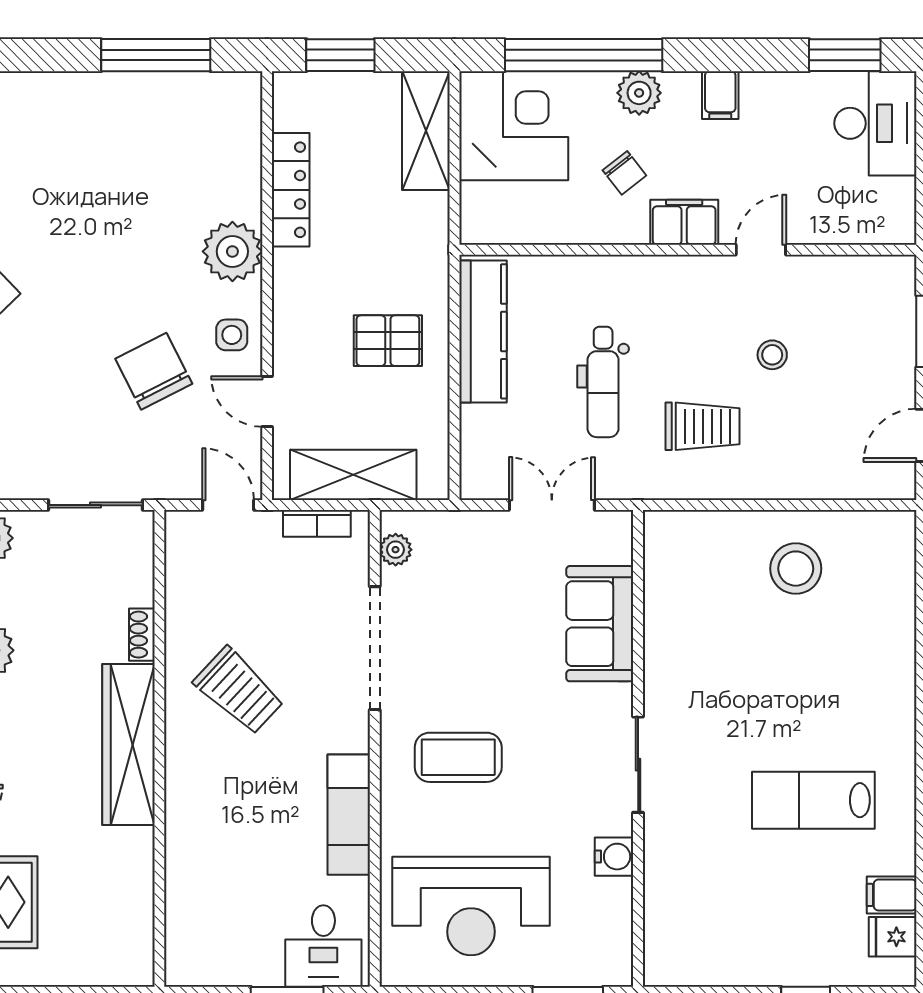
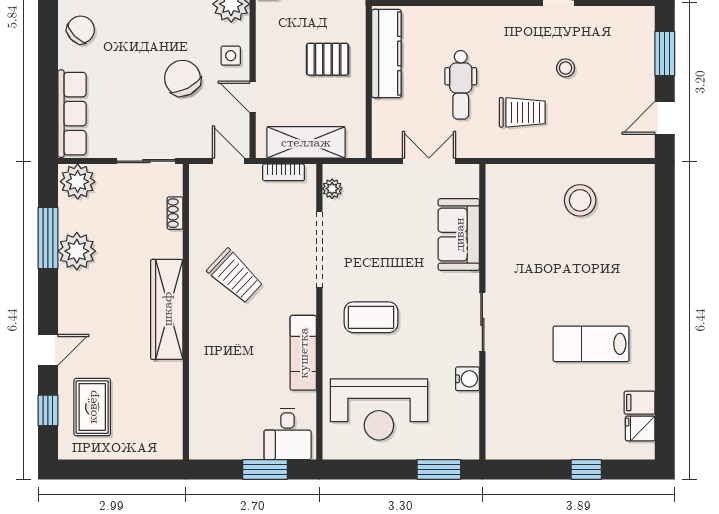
shoe rack: (142, 635) -> (175, 213), moved

